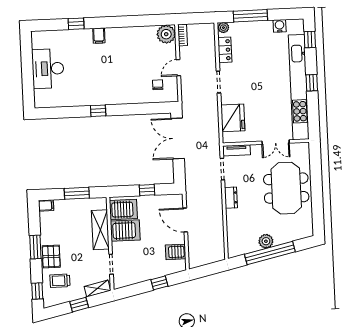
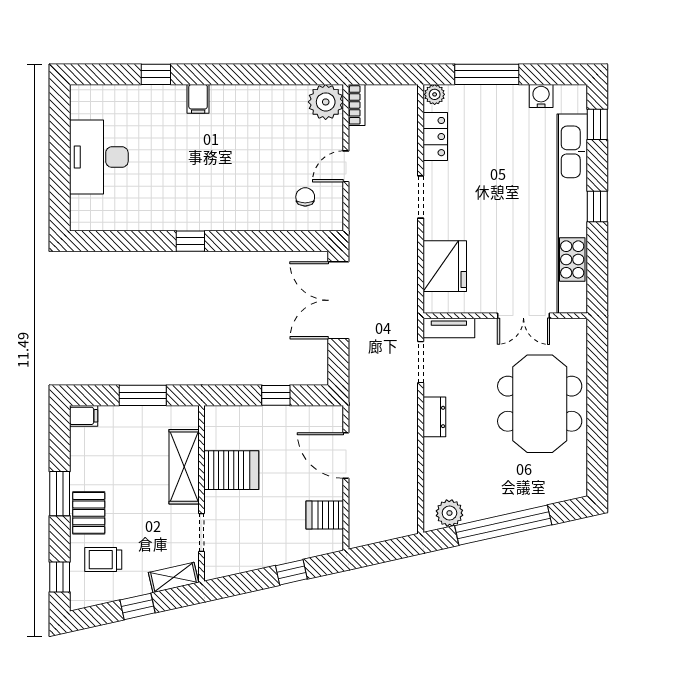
server rack: (123, 210) -> (230, 430), removed
plant: (266, 241) -> (449, 513), moved

